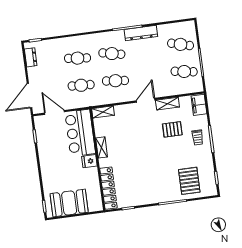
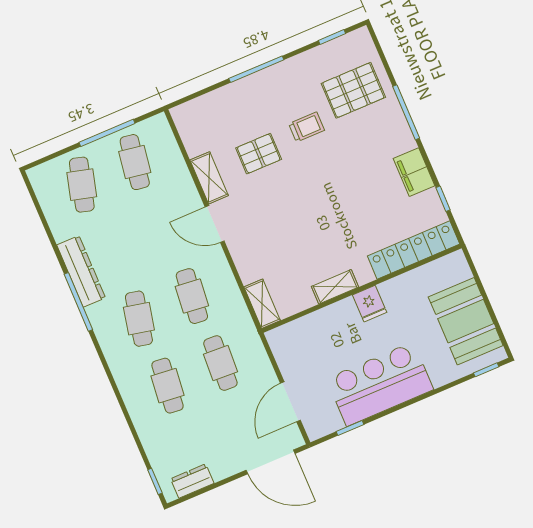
filing cabinet: (199, 105) -> (414, 172), moved, turned 90
pallet: (172, 129) -> (259, 154), turned 90
bar counter: (80, 133) -> (380, 384), moved, turned 180
trolley: (198, 138) -> (307, 127), moved

